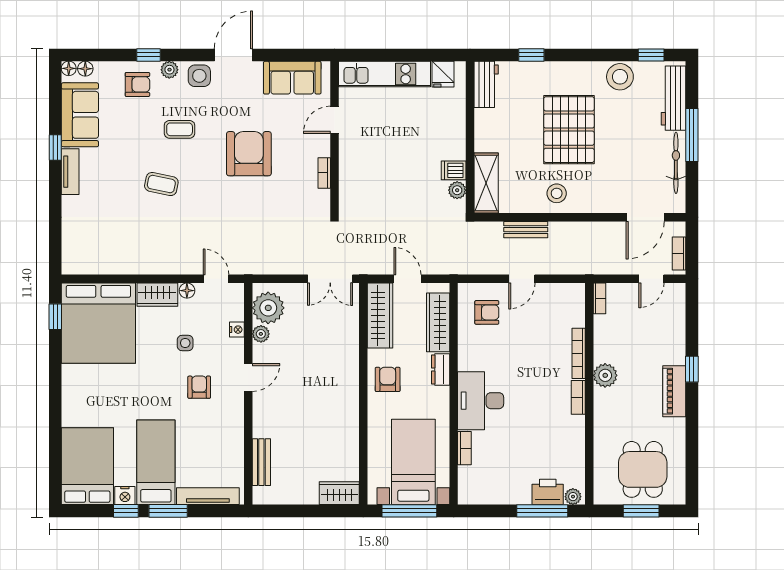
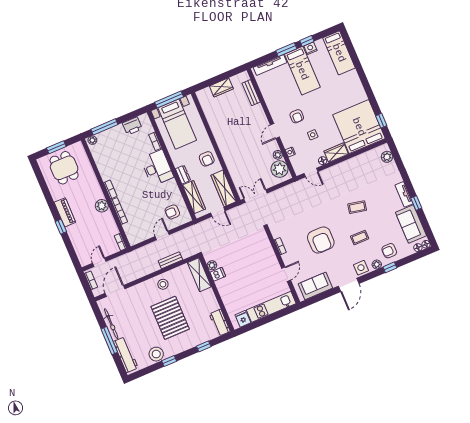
window: (651, 55) -> (169, 361), moved
plant: (72, 250) -> (387, 157), added
bed: (87, 466) -> (339, 53), width x0.67
printer: (548, 492) -> (132, 126), moved
wardrobe: (339, 493) -> (221, 87), moved

